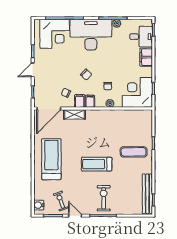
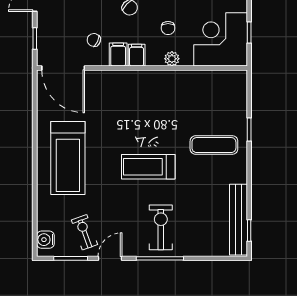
door: (49, 109) -> (63, 68), hinge flipped
shelving: (74, 114) -> (109, 78), removed
treadmill: (51, 159) -> (68, 158), turned 180
door: (75, 216) -> (110, 258), hinge flipped

